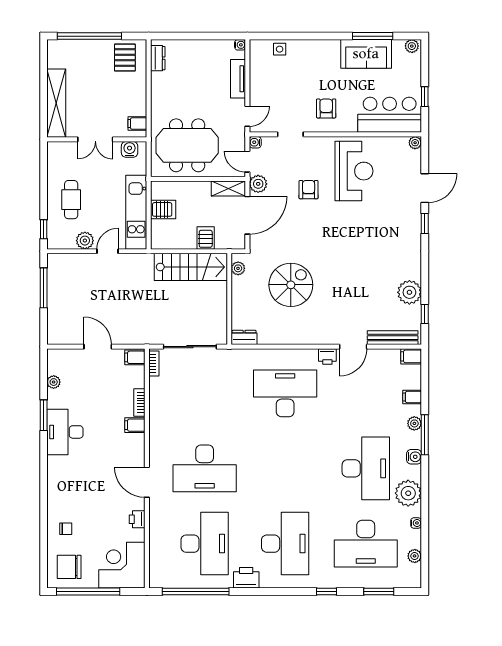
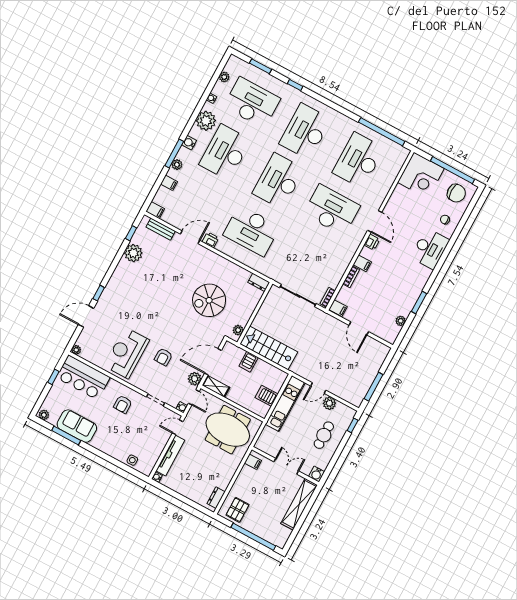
tv unit: (238, 79) -> (170, 455), width x1.41
water cooler: (130, 149) -> (317, 474), moved
bench: (393, 338) -> (161, 229), width x0.73
desk: (65, 432) -> (430, 249), moved
desk: (285, 468) -> (278, 181), added
printer: (137, 519) -> (372, 242), moved
printer: (246, 578) -> (343, 123), removed

